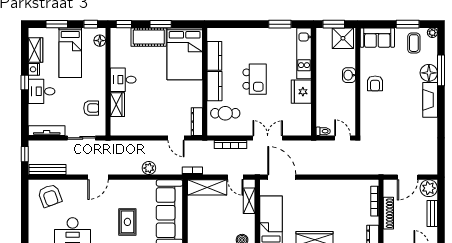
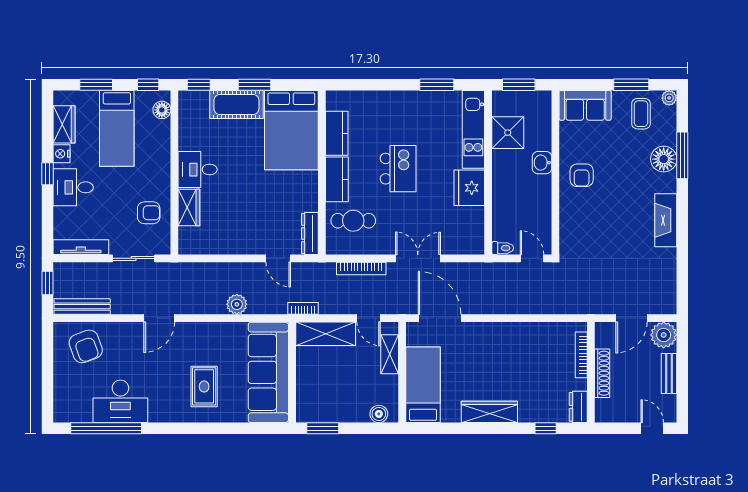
shower: (343, 38) -> (508, 133), moved
fireplace: (430, 100) -> (666, 220), moved

